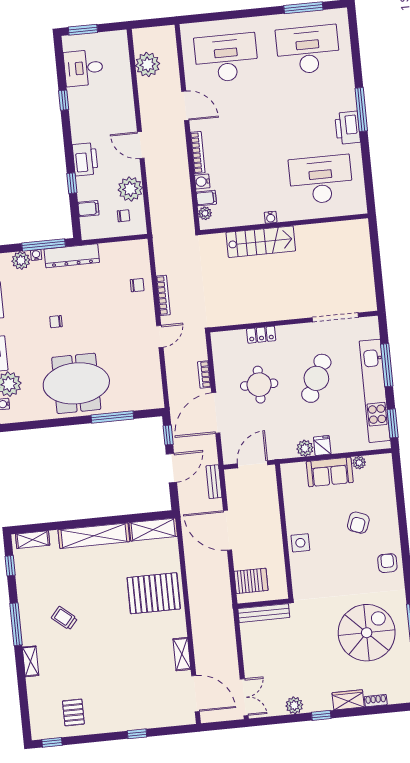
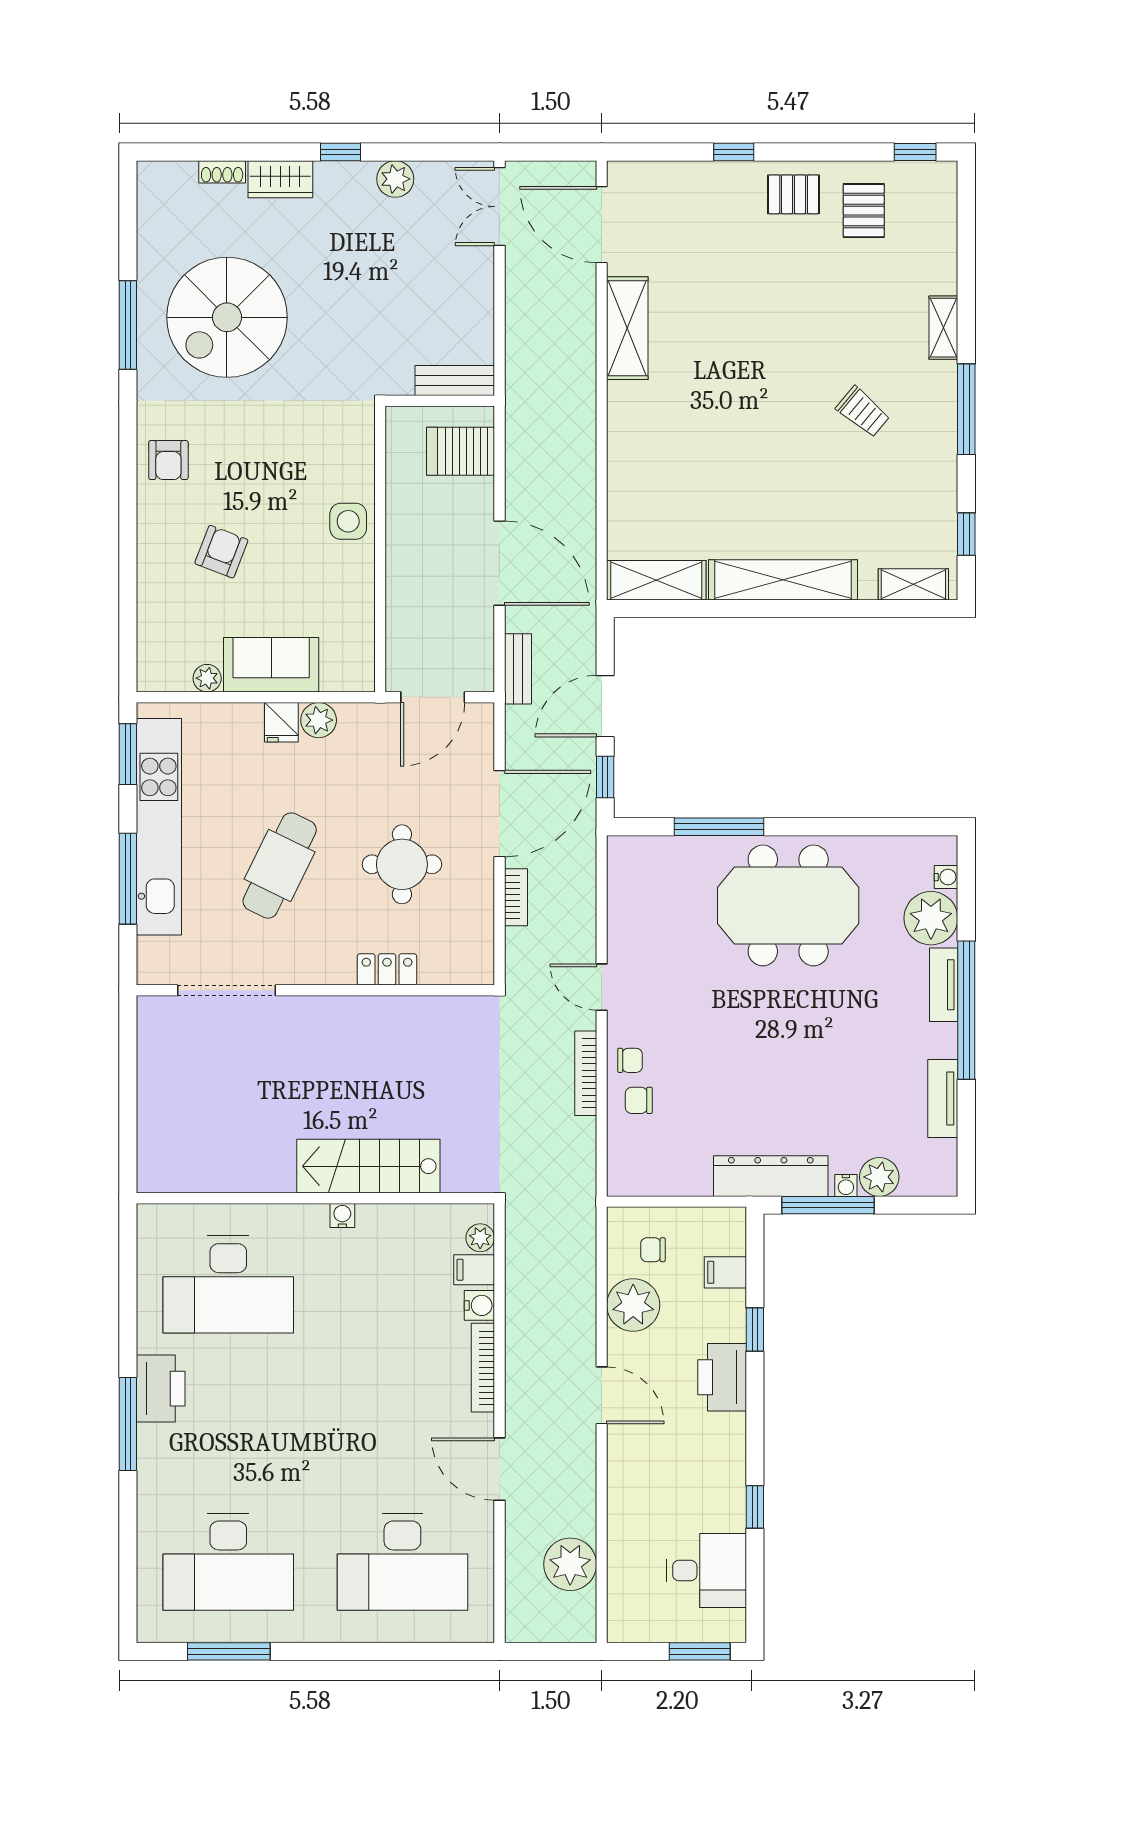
chair: (56, 322) -> (630, 1060), moved
door: (160, 336) -> (602, 987), hinge flipped
pallet: (154, 593) -> (794, 194), moved, width x0.49, depth x0.50
bench: (264, 613) -> (455, 381), width x0.73
shelving: (182, 654) -> (627, 328), width x1.50, depth x1.33

